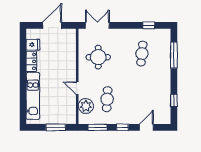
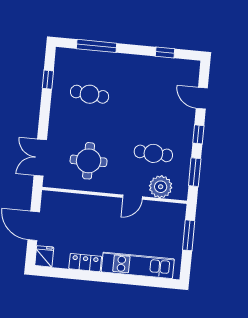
fridge: (33, 45) -> (44, 256), moved

